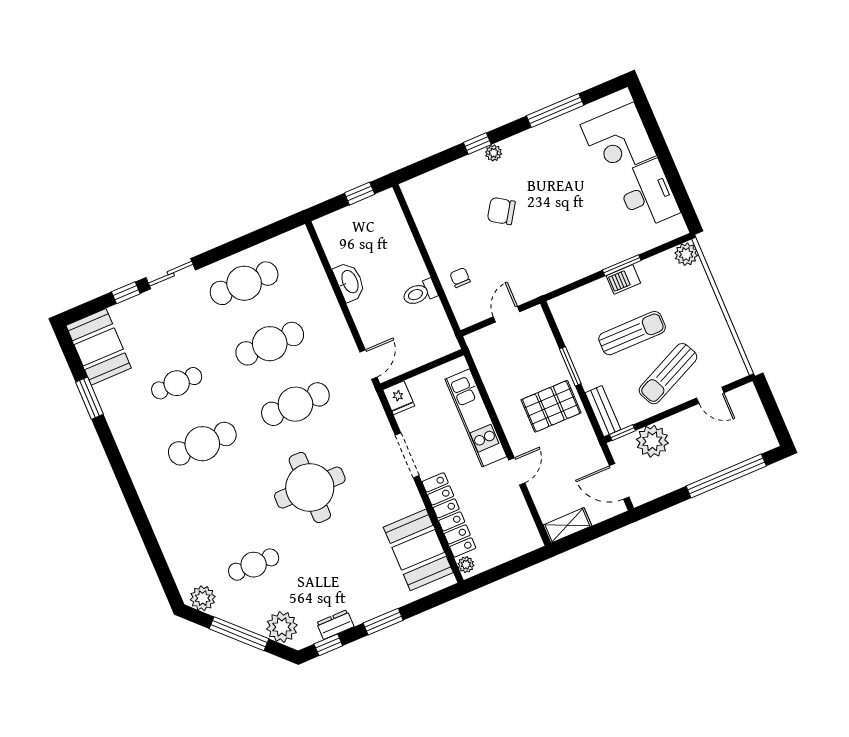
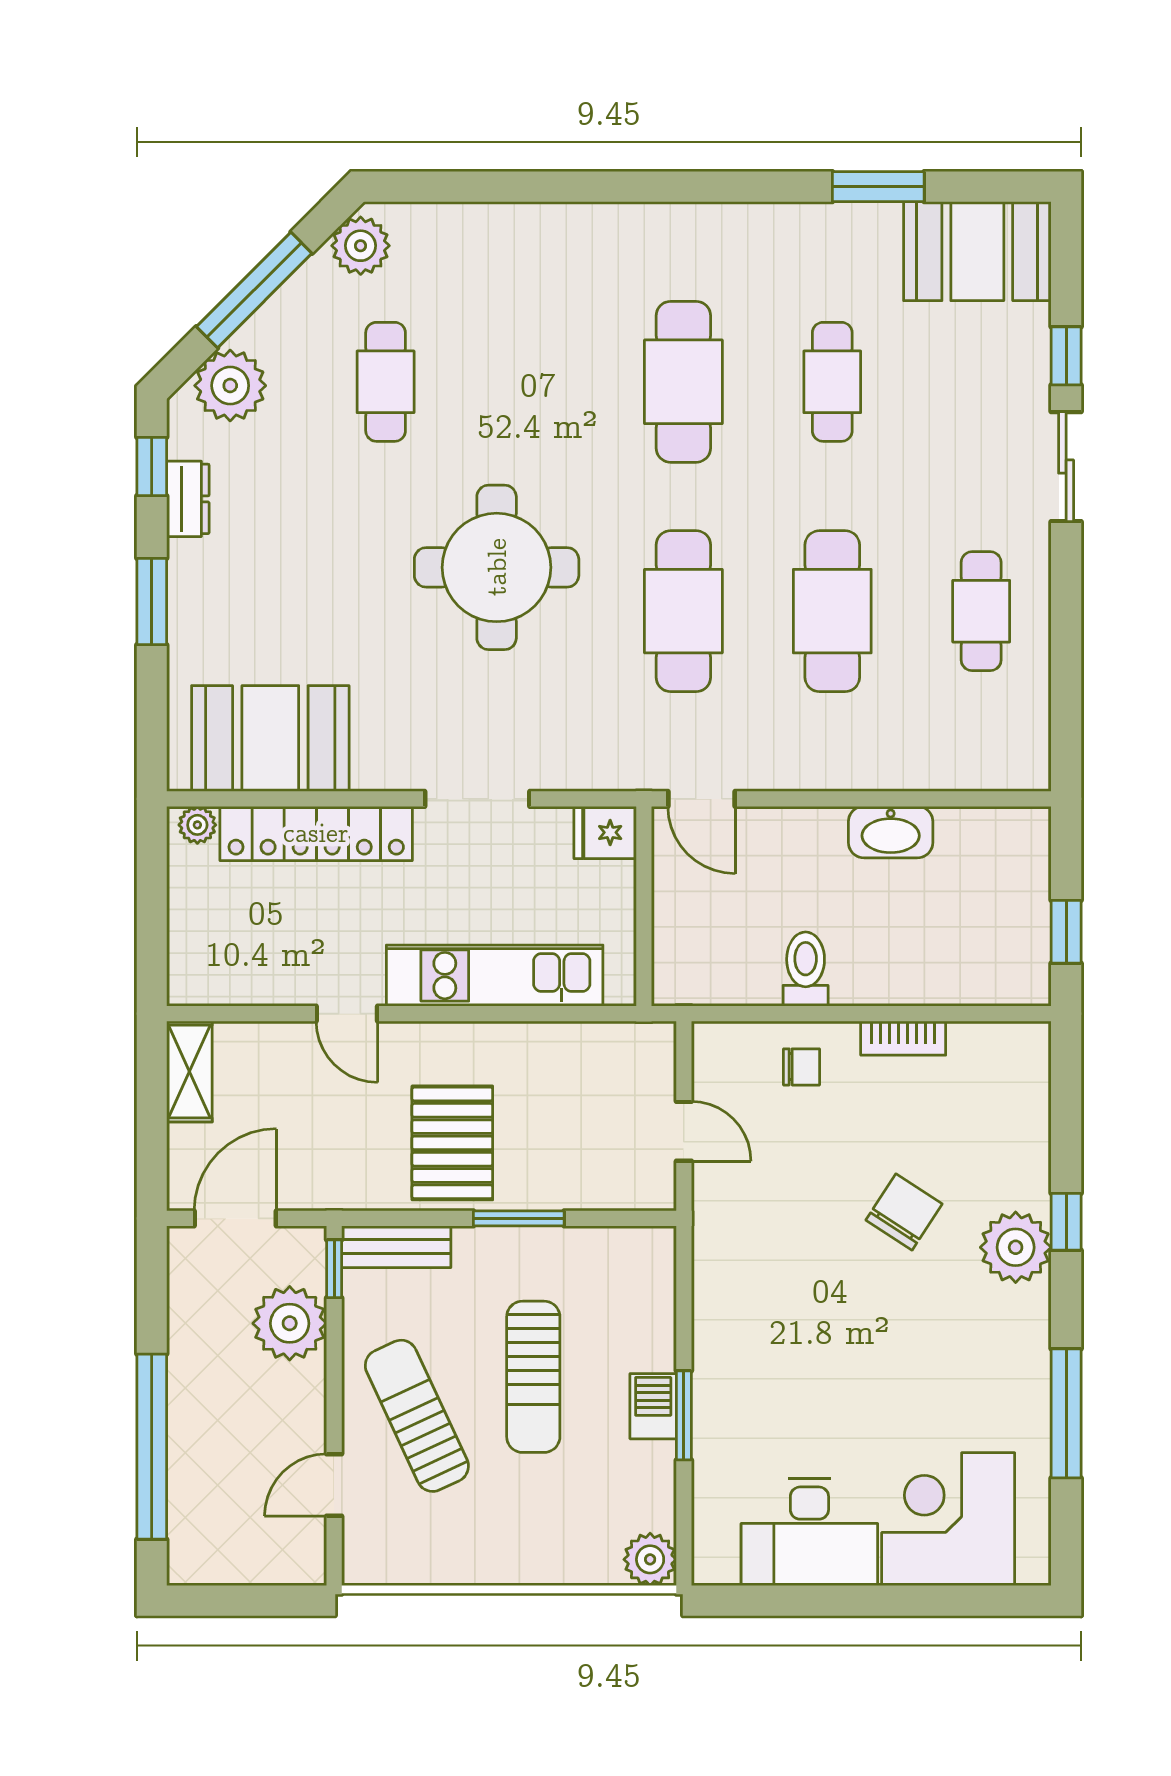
plant: (494, 153) -> (1016, 1247), width x1.87, depth x1.87
bookcase: (431, 241) -> (903, 1038), added
cafe table: (244, 283) -> (981, 611), width x0.73, depth x0.74

